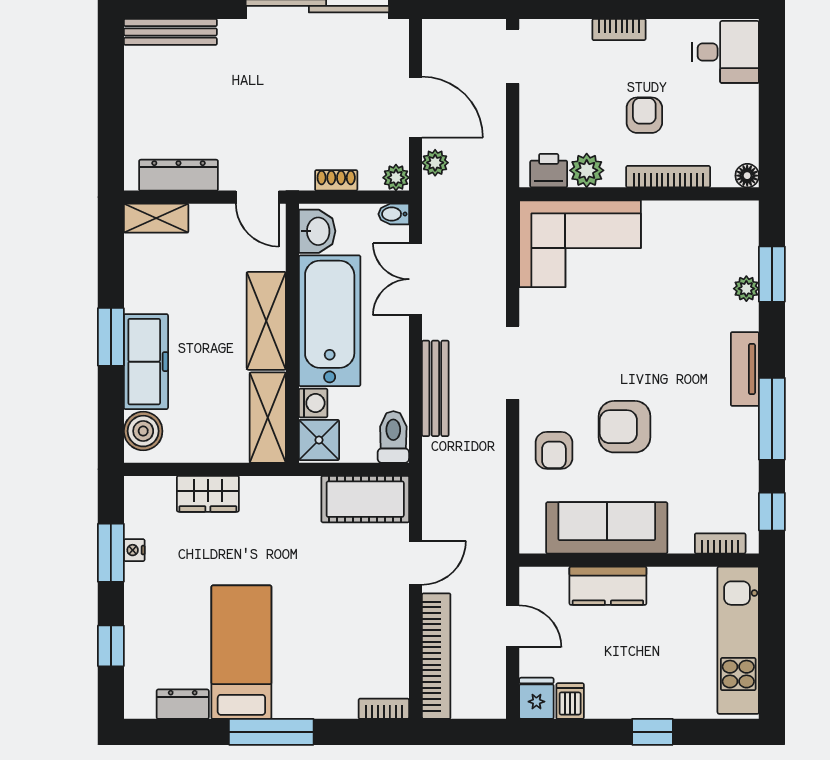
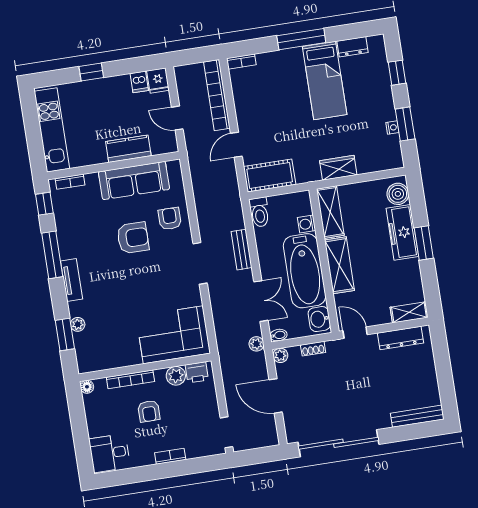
plant: (435, 163) -> (256, 344), moved
bench: (435, 388) -> (242, 250), width x0.73
shower: (319, 440) -> (300, 204), removed
wardrobe: (208, 494) -> (338, 168), moved

